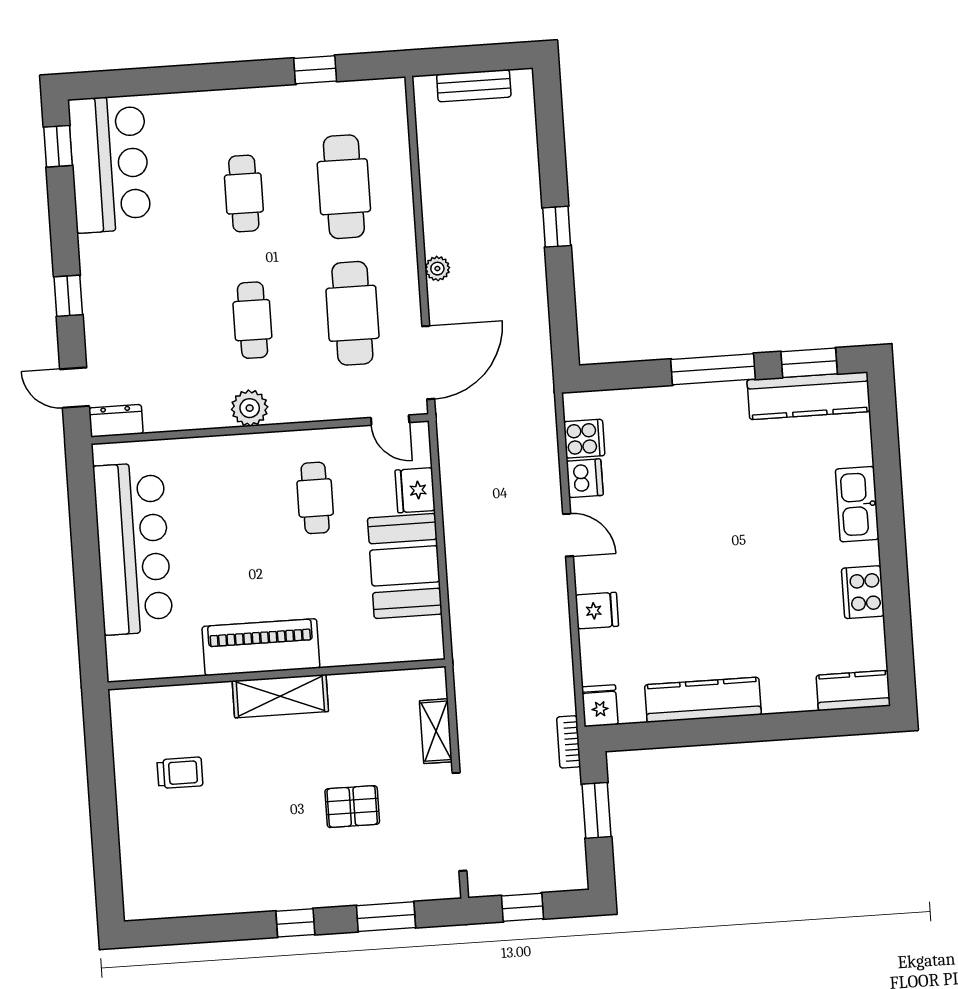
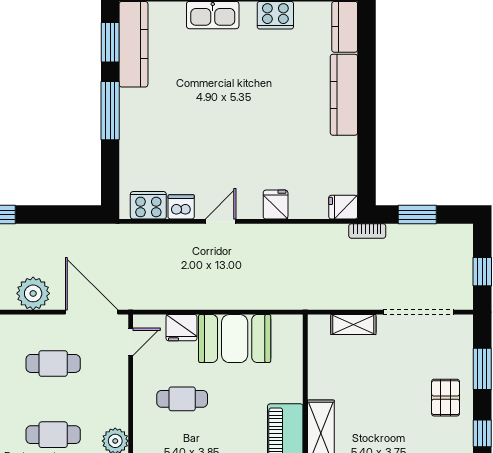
plant: (437, 269) -> (33, 293), width x1.87, depth x1.87
cafe table: (352, 313) -> (53, 363), width x0.73, depth x0.74
cooker: (584, 439) -> (148, 205), width x1.36
kitchen counter: (703, 700) -> (344, 95), moved
pallet: (352, 807) -> (446, 398), moved

